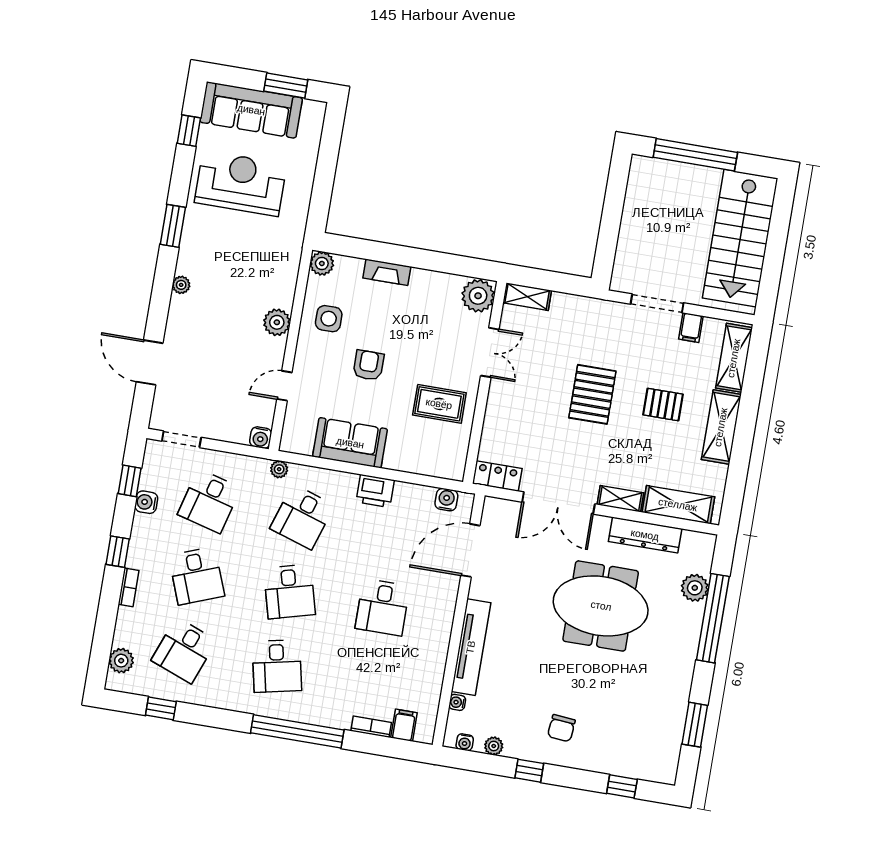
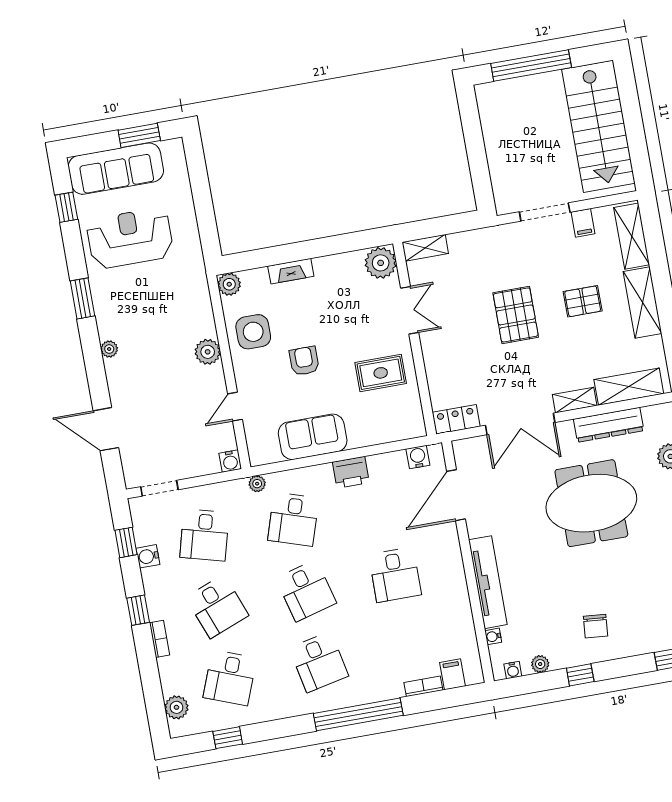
side table: (329, 319) -> (253, 332), width x1.37, depth x1.37

